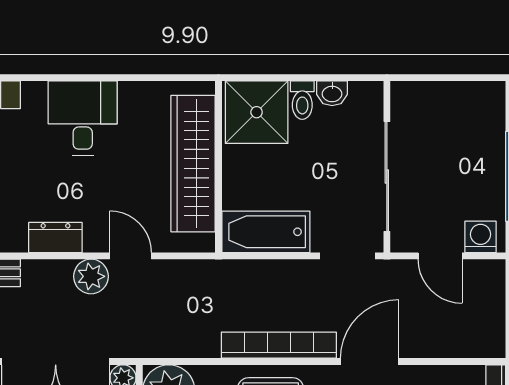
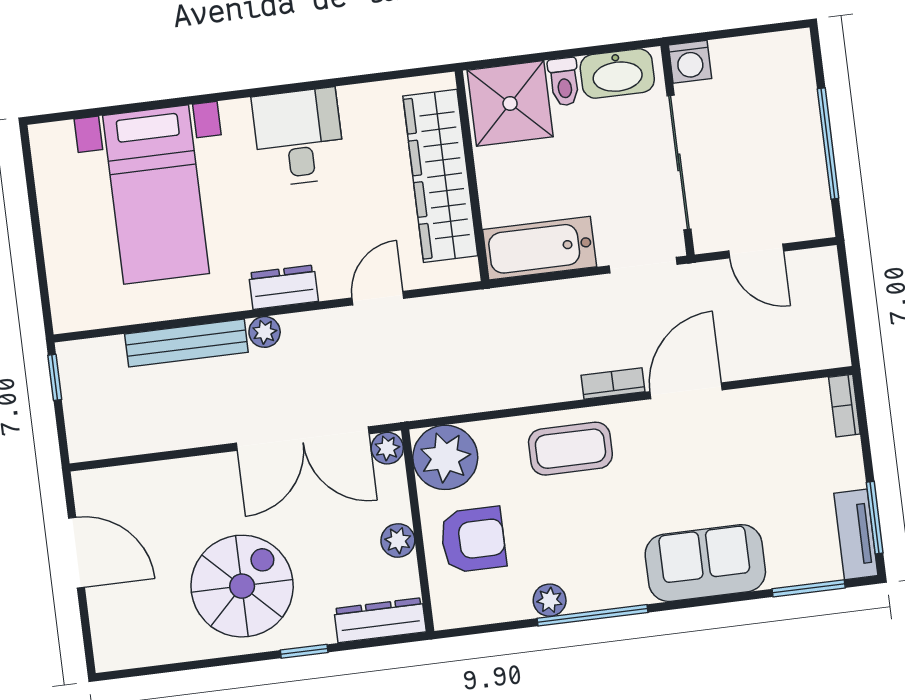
washbasin: (332, 93) -> (617, 74), width x1.91, depth x1.45
washing machine: (480, 237) -> (690, 62), moved, turned 180
door: (130, 256) -> (378, 298), hinge flipped
plant: (91, 276) -> (265, 332), moved, width x0.73, depth x0.73
bookcase: (279, 345) -> (613, 383), width x0.43, depth x0.76

